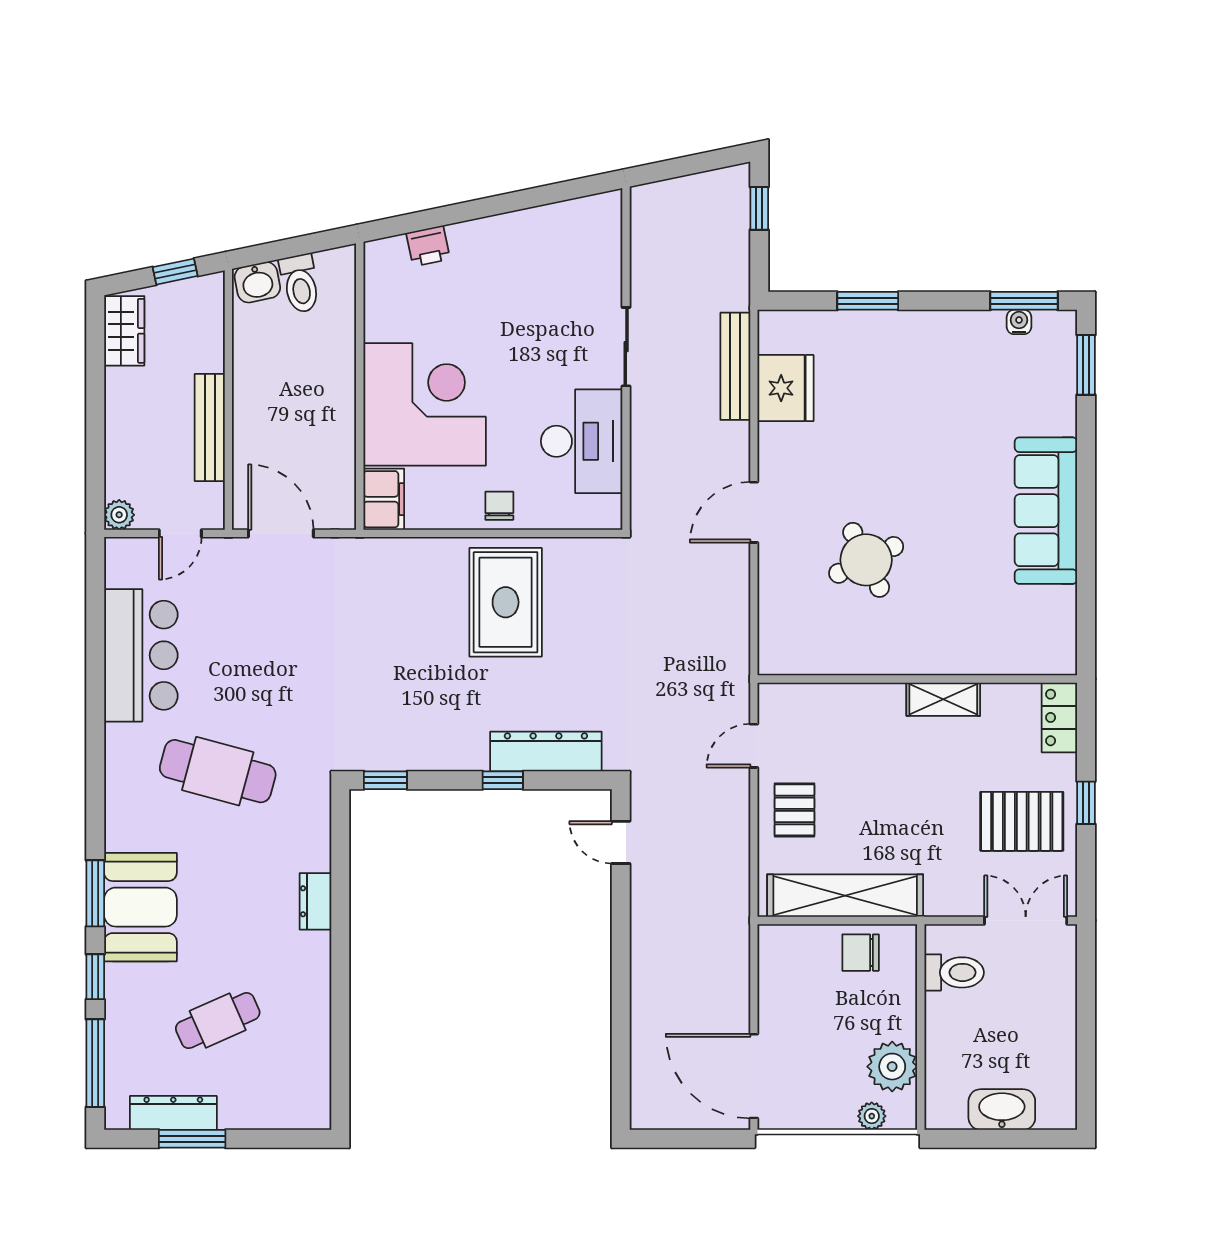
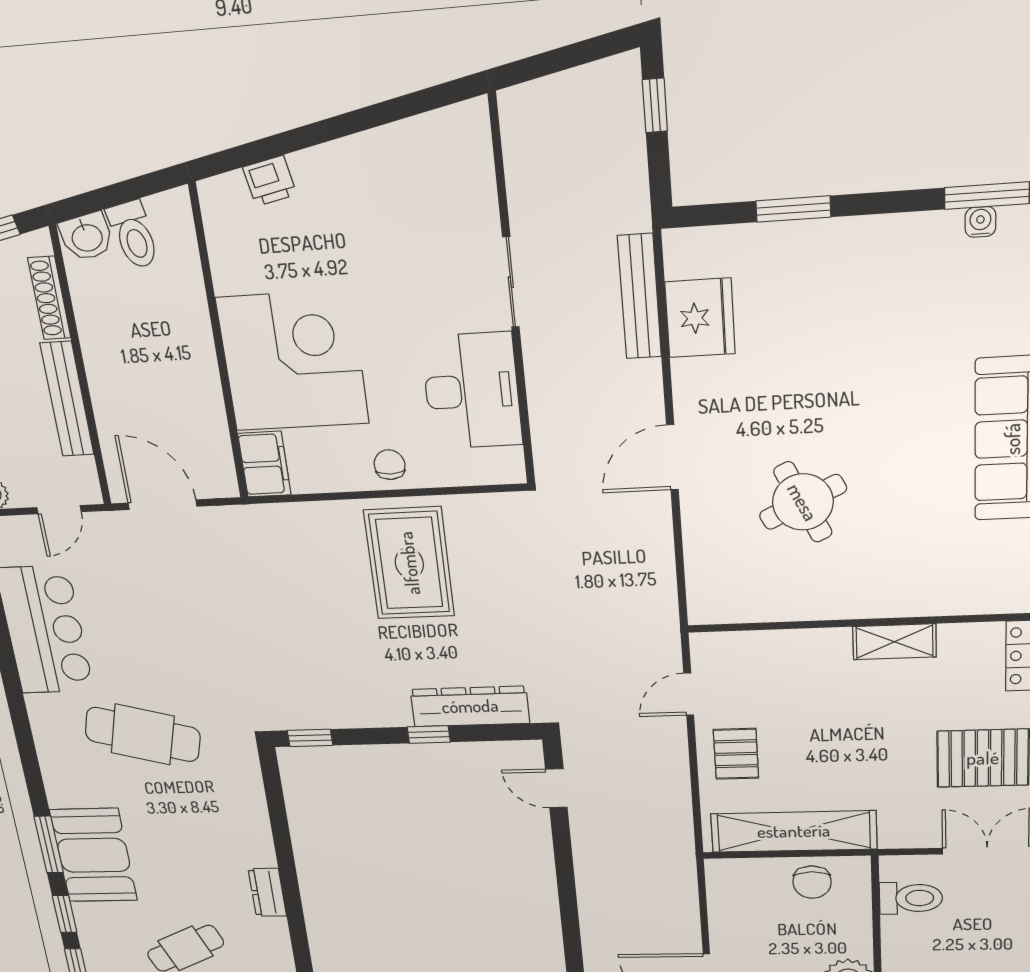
shoe rack: (212, 334) -> (49, 298), added
dresser: (315, 901) -> (267, 892), moved
chair: (861, 953) -> (812, 882), turned -90

